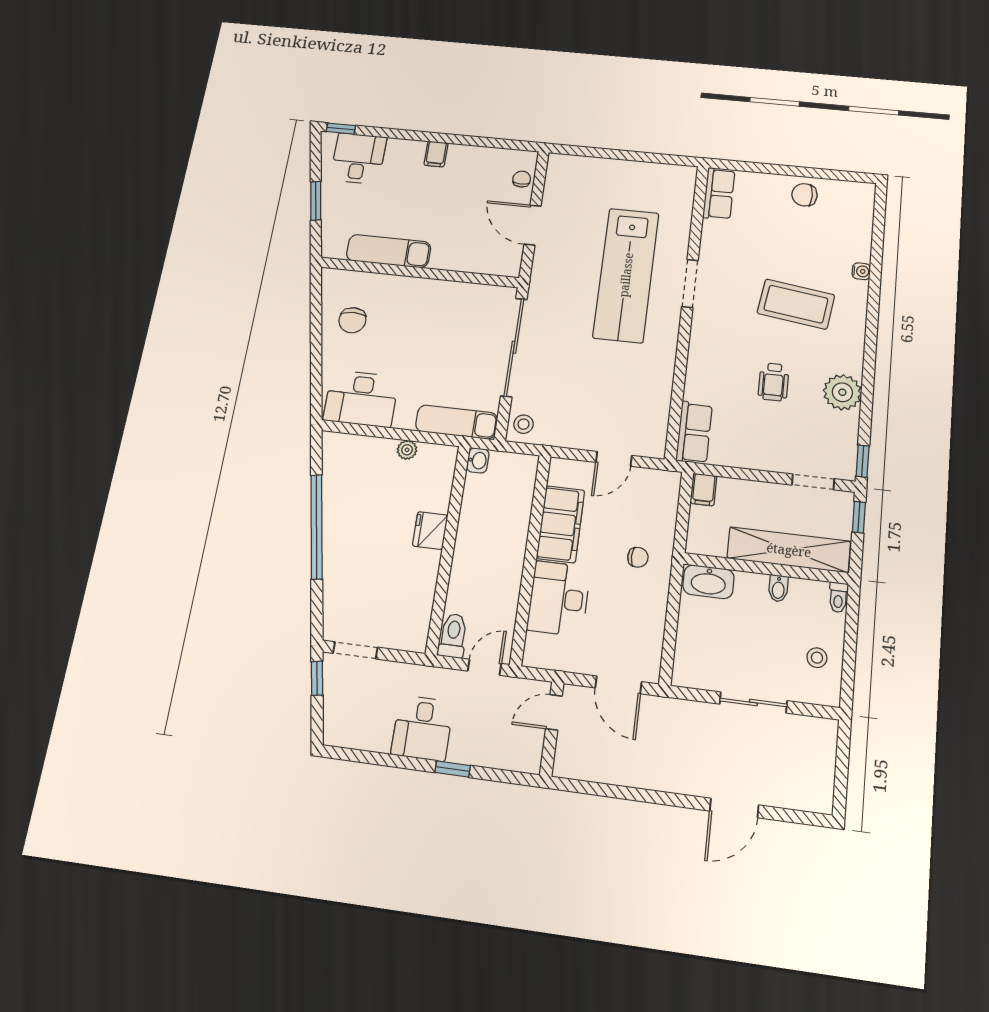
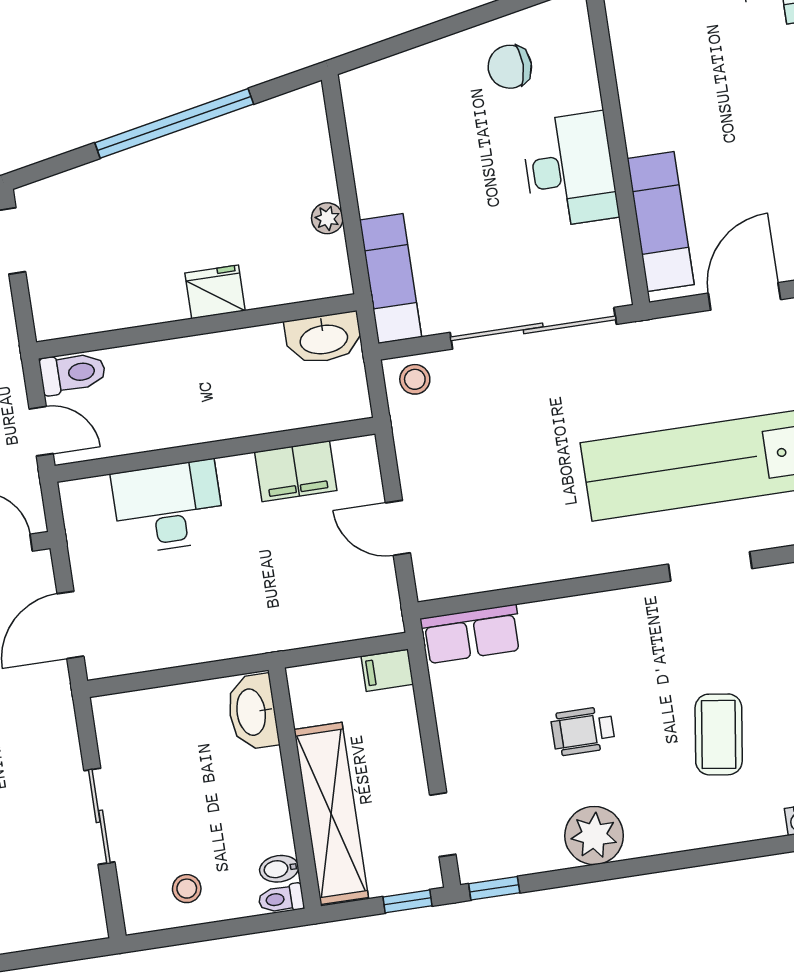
exam couch: (389, 251) -> (661, 221), moved
coffee table: (796, 304) -> (719, 734), width x0.73, depth x0.76
desk: (361, 399) -> (570, 170), moved, turned 180
washbasin: (478, 460) -> (324, 338), width x1.91, depth x1.45
filing cabinet: (561, 524) -> (296, 471), width x0.67, depth x0.86
chair: (638, 557) -> (260, 603), removed
bidet: (778, 588) -> (279, 869), moved

